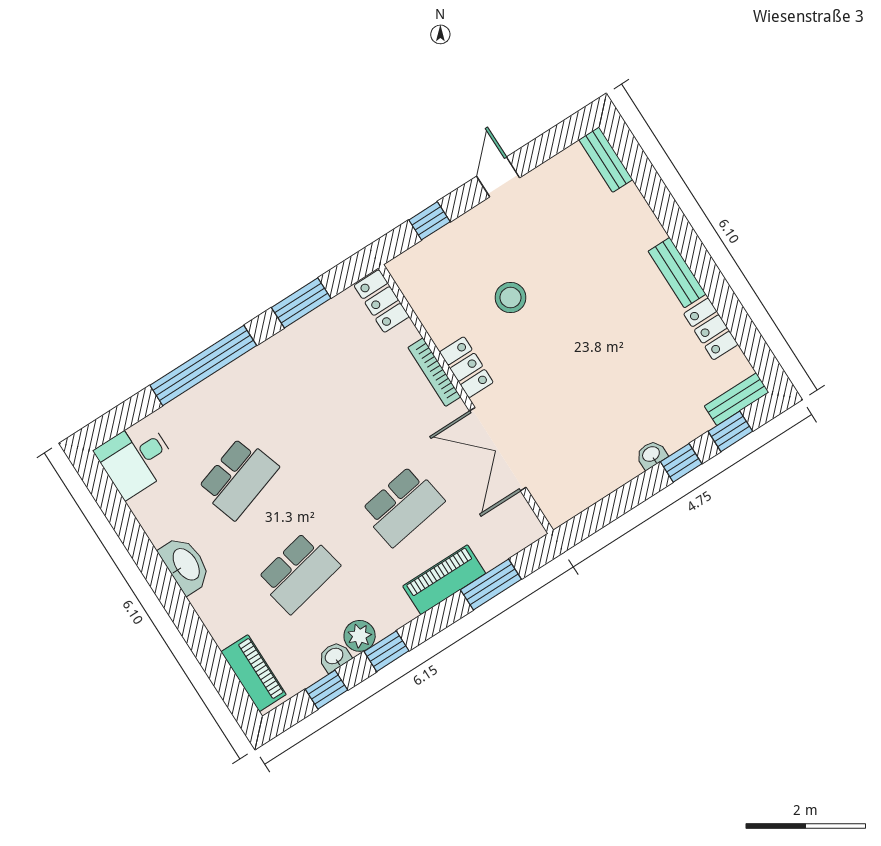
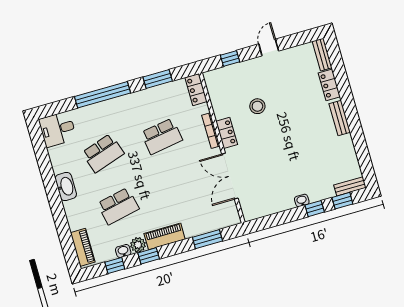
locker: (711, 329) -> (329, 85), moved
school desk: (402, 506) -> (162, 136), moved
piano: (444, 580) -> (165, 236), moved

